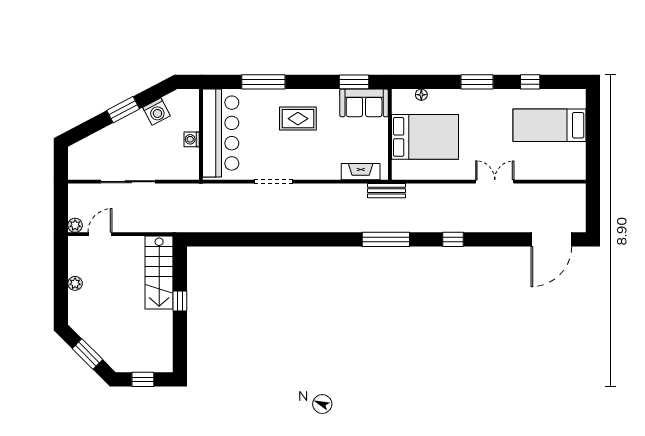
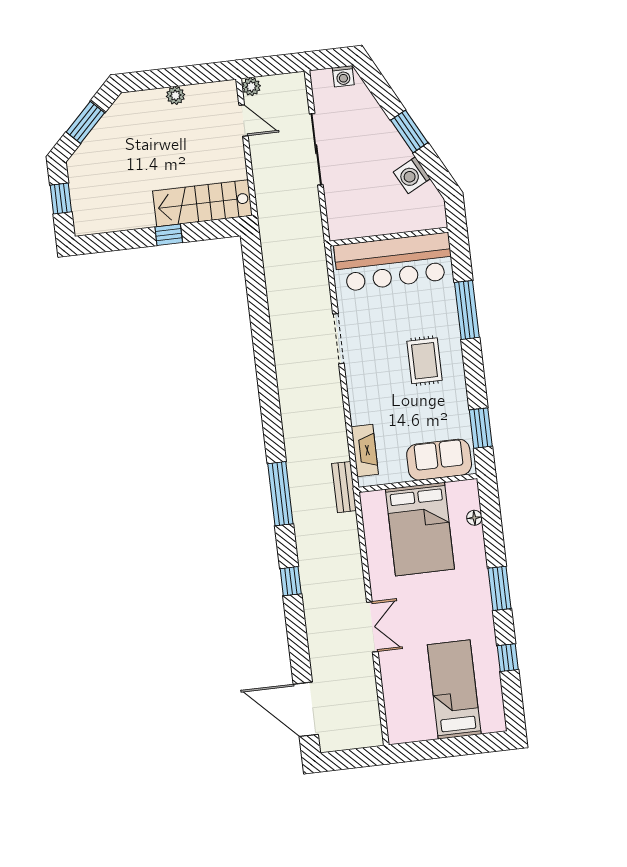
sofa: (364, 103) -> (439, 460), moved, turned 90
washing machine: (192, 139) -> (343, 76), moved, turned 180

